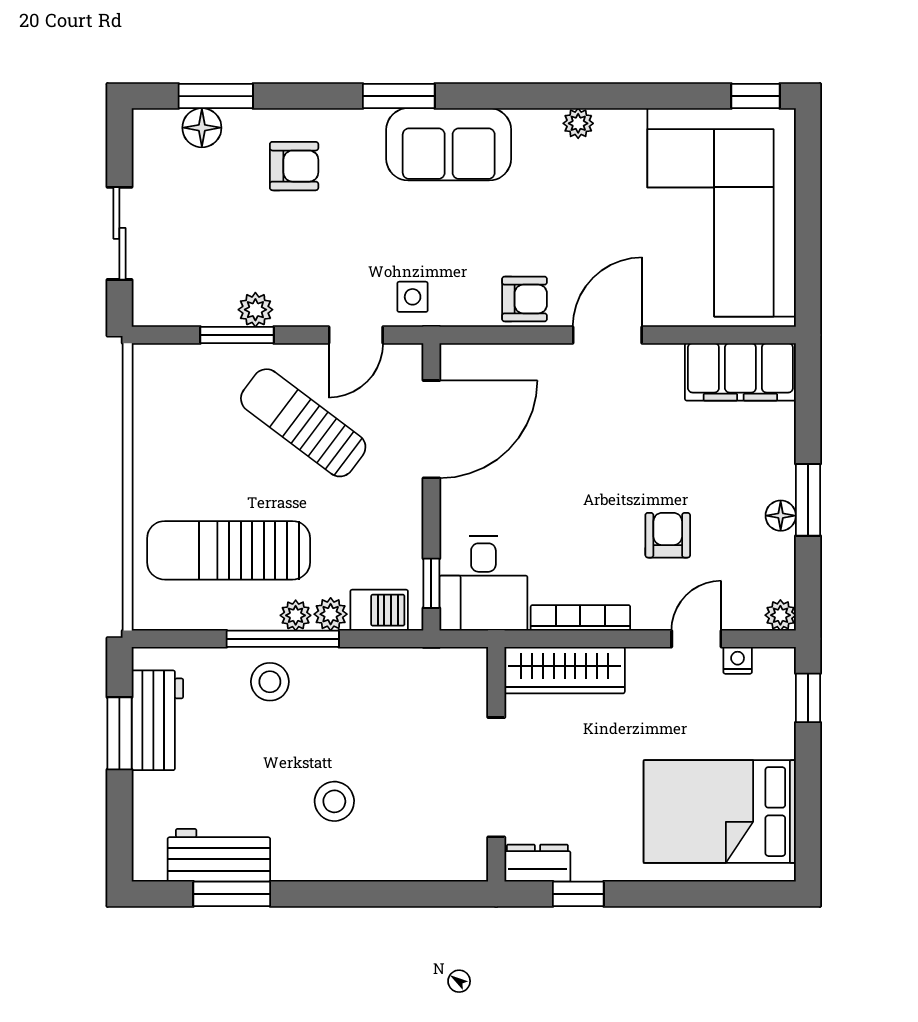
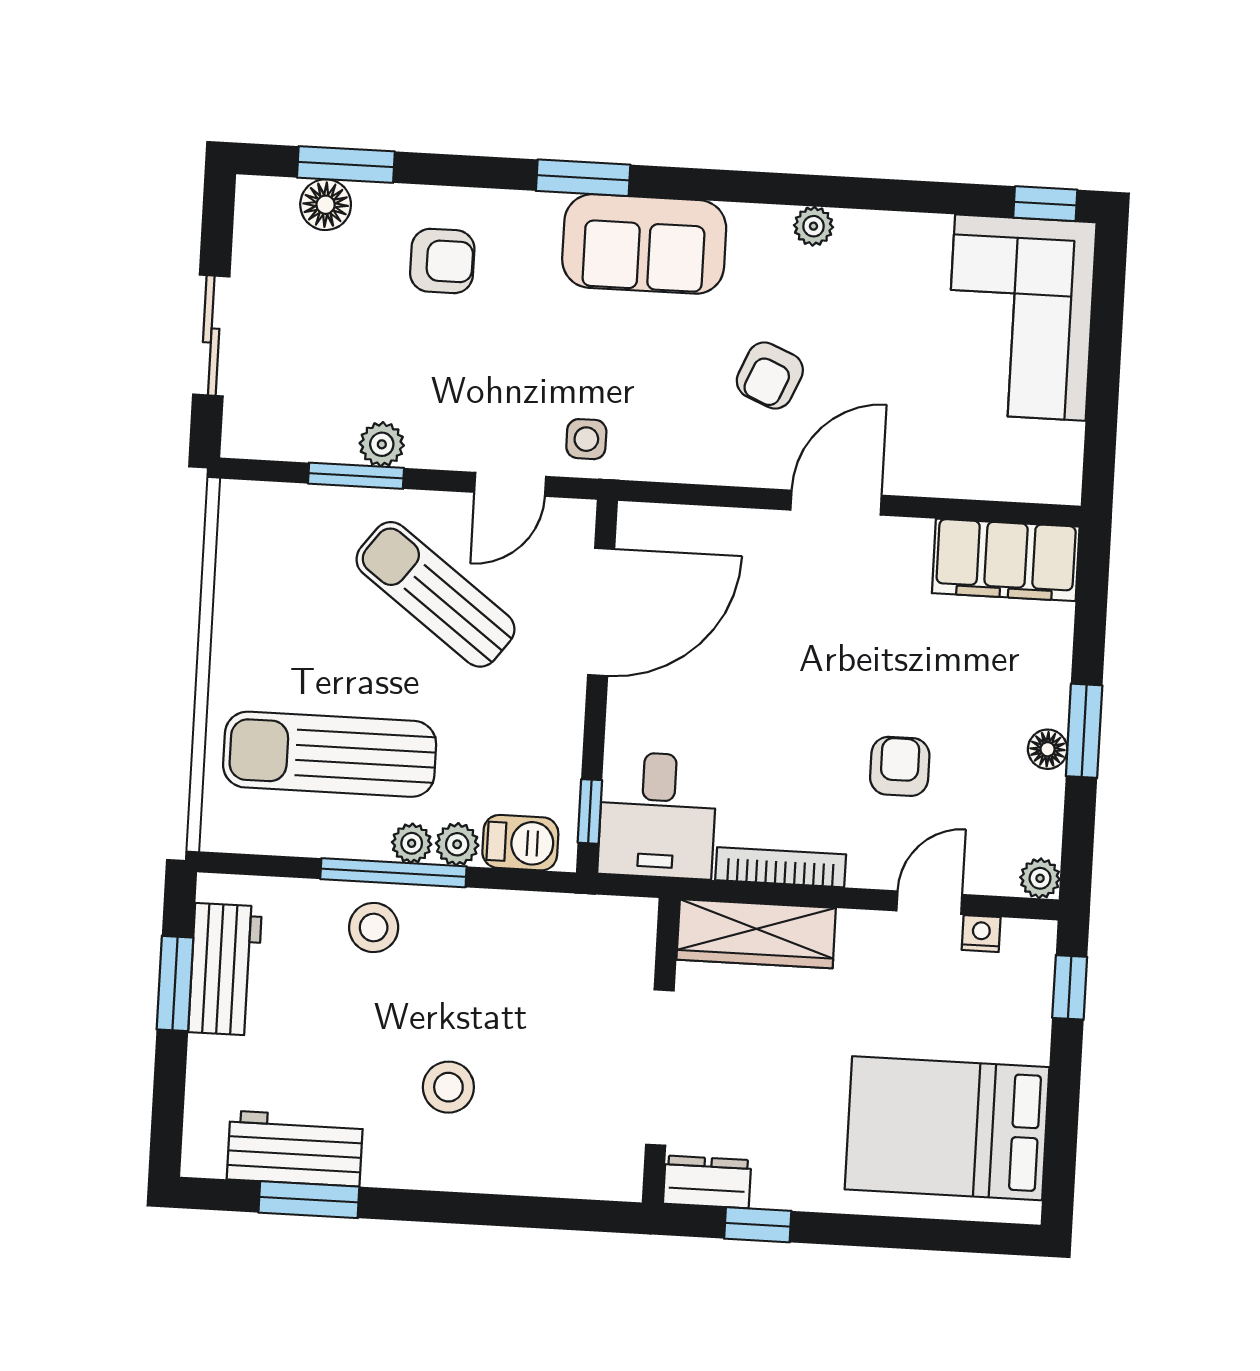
corner sofa: (722, 212) -> (1020, 318), width x0.73, depth x0.74
armchair: (524, 299) -> (770, 375), moved, turned 113

